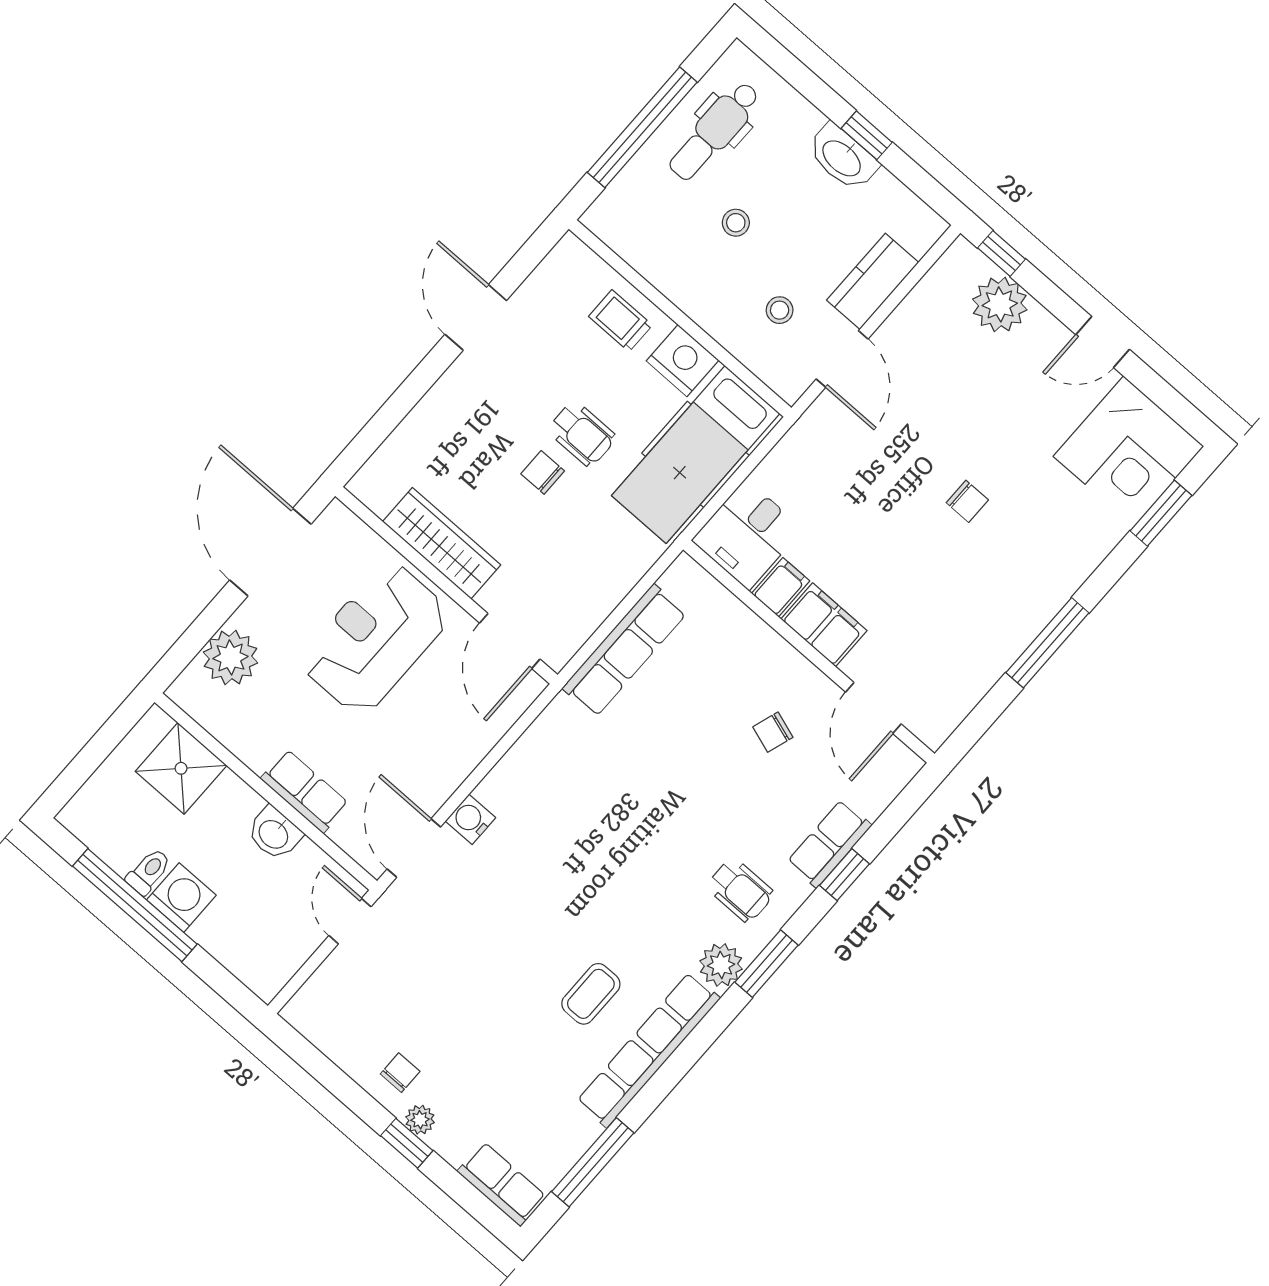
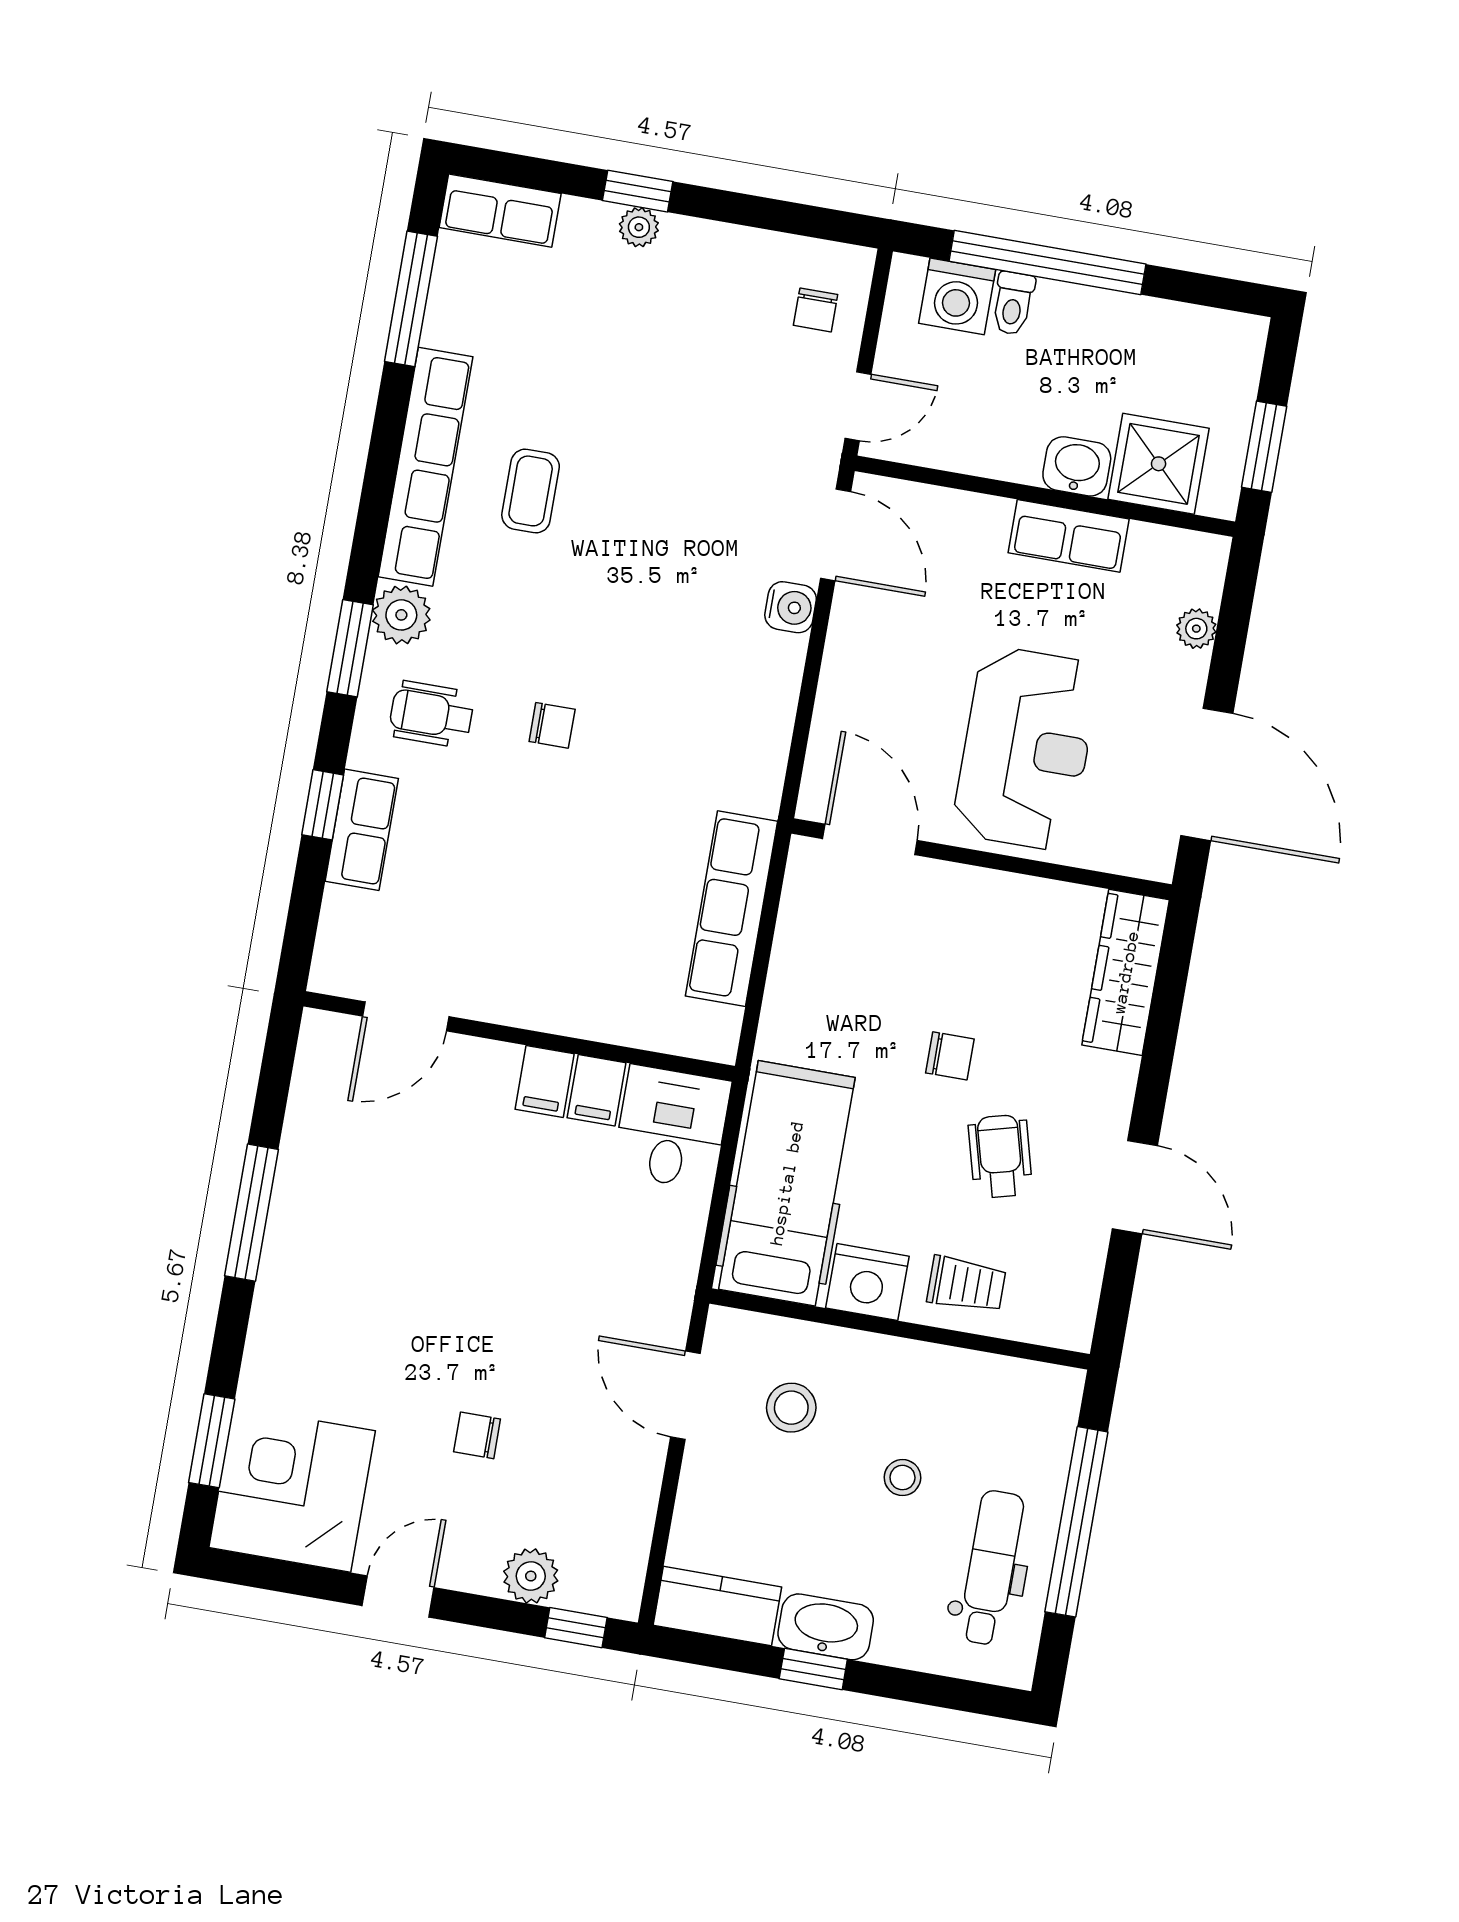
kitchen counter: (873, 281) -> (717, 1606), moved, turned -90
plant: (1000, 304) -> (531, 1576), width x0.73, depth x0.73
stool: (780, 310) -> (791, 1408), width x1.37, depth x1.37
wheelchair: (582, 434) -> (1000, 1156), moved, turned 75
chair: (967, 501) -> (477, 1435), moved
wardrobe: (442, 543) -> (1126, 972), moved, turned 90
filing cabinet: (824, 625) -> (545, 1081), width x0.50
plant: (231, 657) -> (1196, 629), width x0.53, depth x0.53
door: (873, 708) -> (406, 1016), swing flipped
chair: (773, 732) -> (552, 725), moved, turned 72
window: (107, 738) -> (1264, 447), added
row of seats: (305, 791) -> (1069, 536), moved
washbasin: (274, 833) -> (1077, 466), moved
toilet: (149, 872) -> (1013, 303), moved
washing machine: (181, 898) -> (957, 296), moved
window: (135, 905) -> (1048, 263), moved
door: (350, 921) -> (858, 406), hinge flipped
chair: (400, 1073) -> (816, 310), moved

